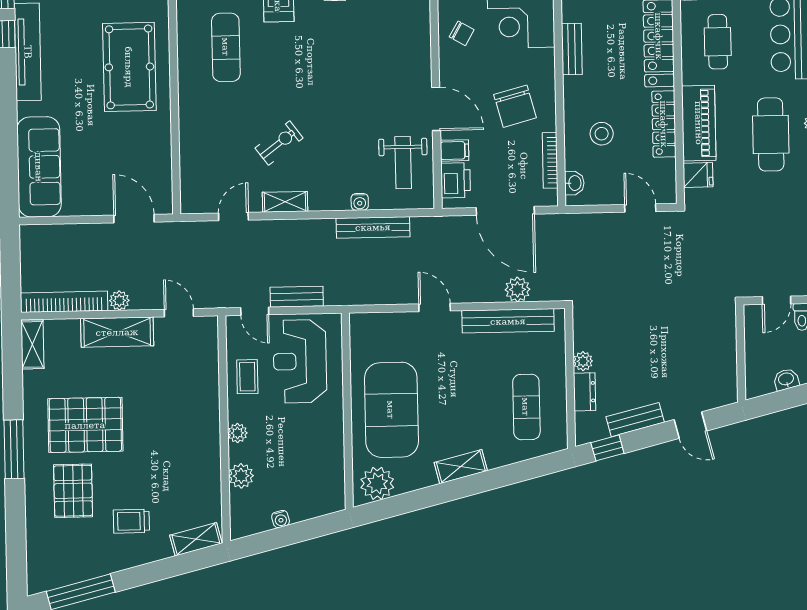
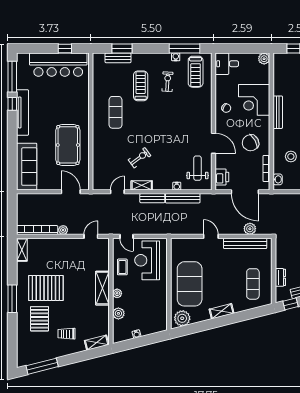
bench: (572, 49) -> (278, 112), width x1.36
pool table: (129, 67) -> (68, 145), moved
chair: (515, 106) -> (251, 143), turned 76
filing cabinet: (454, 150) -> (222, 163), removed
weight bench: (403, 163) -> (197, 168), turned 180
bench: (297, 297) -> (152, 198), moved
door: (179, 313) -> (91, 236), hinge flipped
shelving: (117, 332) -> (102, 288), moved, turned 90
plant: (583, 361) -> (280, 263), removed

